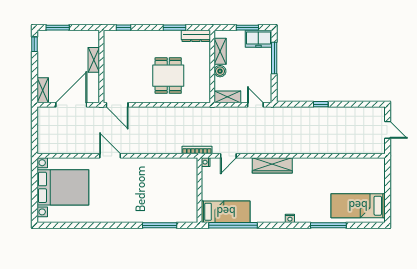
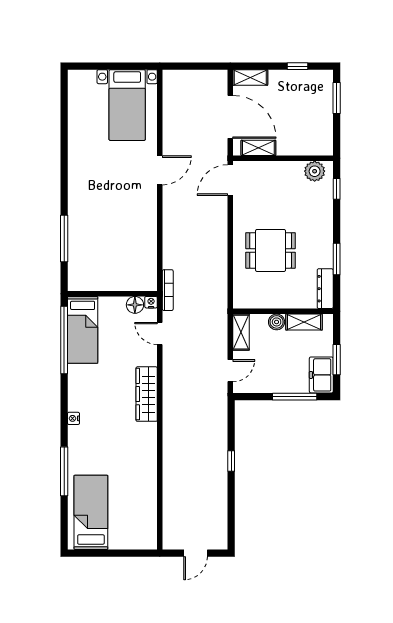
window: (34, 44) -> (298, 66), moved
plant: (111, 44) -> (315, 171), added
shelving: (94, 60) -> (258, 148), moved
floor lamp: (208, 174) -> (135, 305), added
bed with nightstands: (63, 187) -> (127, 105), width x0.73

